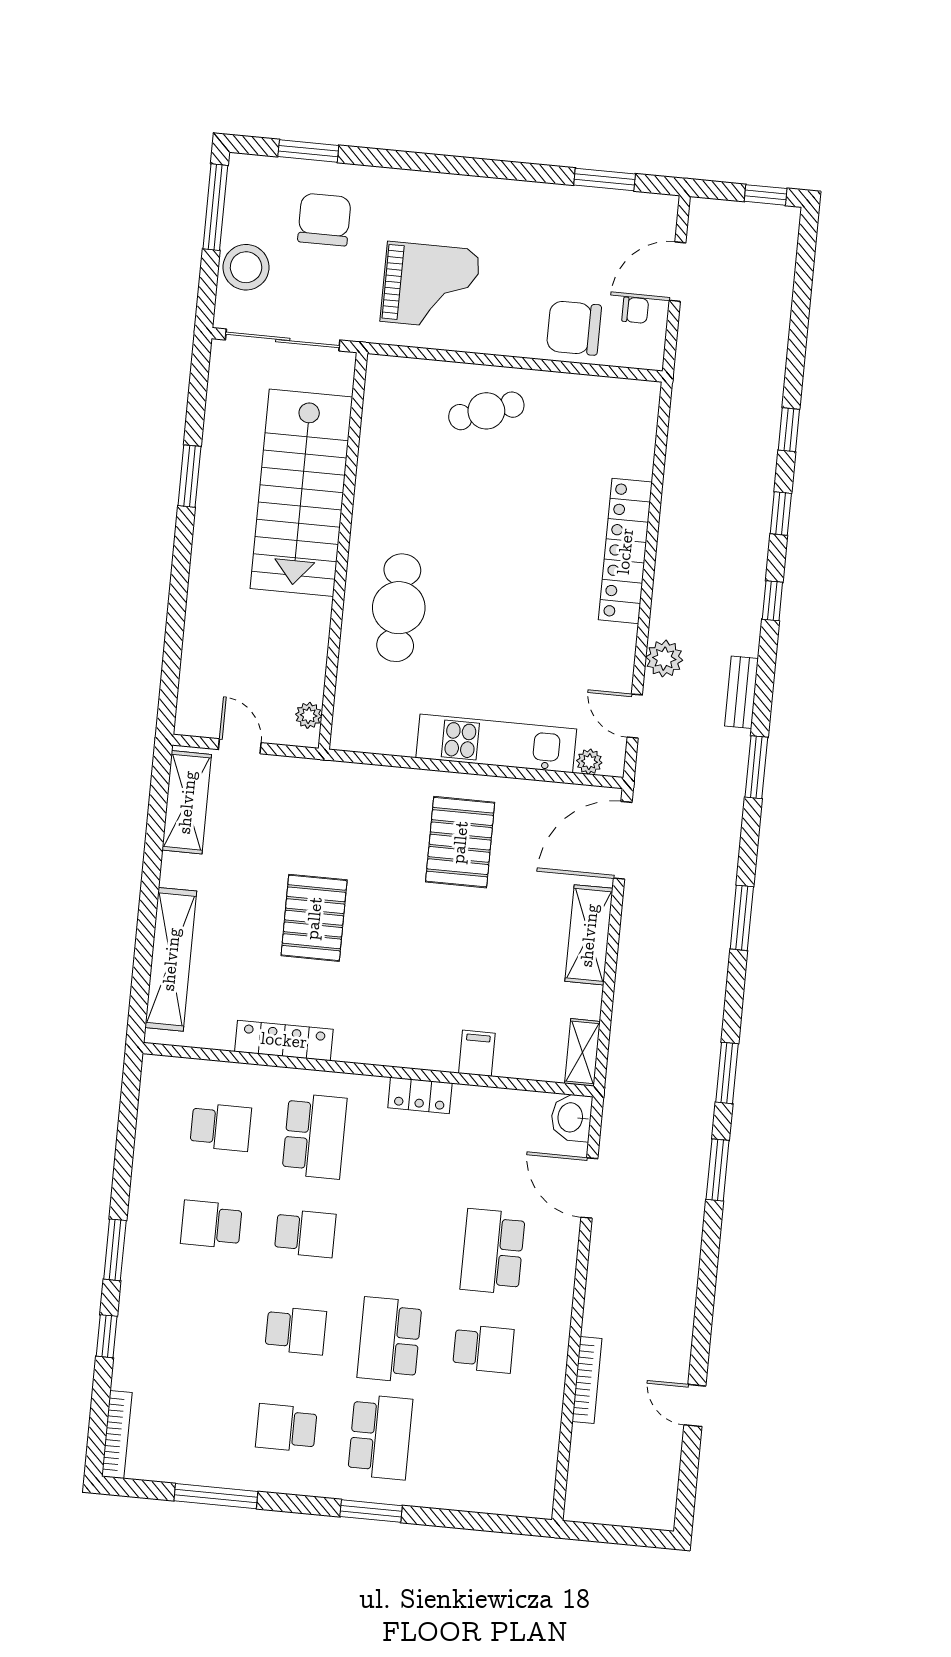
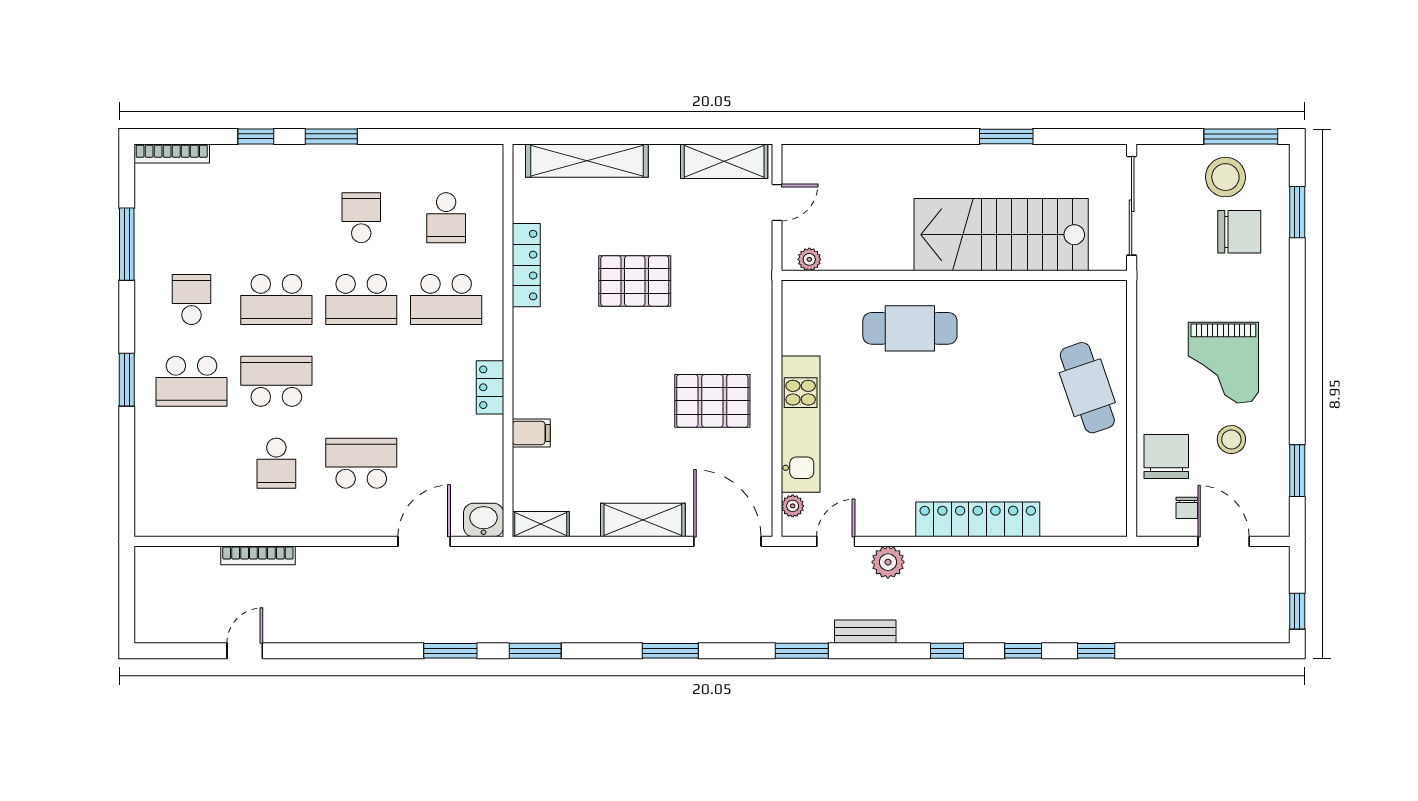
stool: (562, 251) -> (1231, 440), added
stool: (246, 267) -> (1225, 177), moved
grand piano: (430, 286) -> (1223, 363), moved
cafe table: (486, 411) -> (1087, 388), width x1.37, depth x1.35
school desk: (305, 1233) -> (361, 299), width x1.85
school desk: (296, 1331) -> (276, 299), width x1.85

